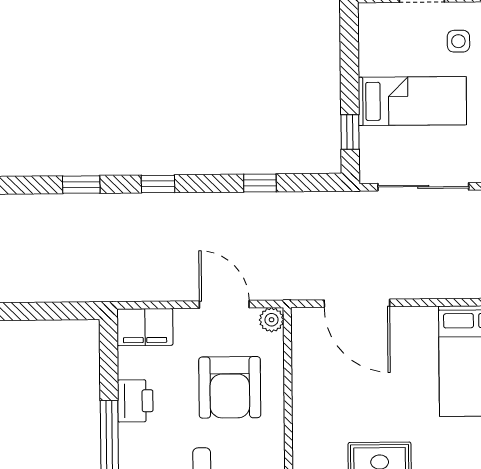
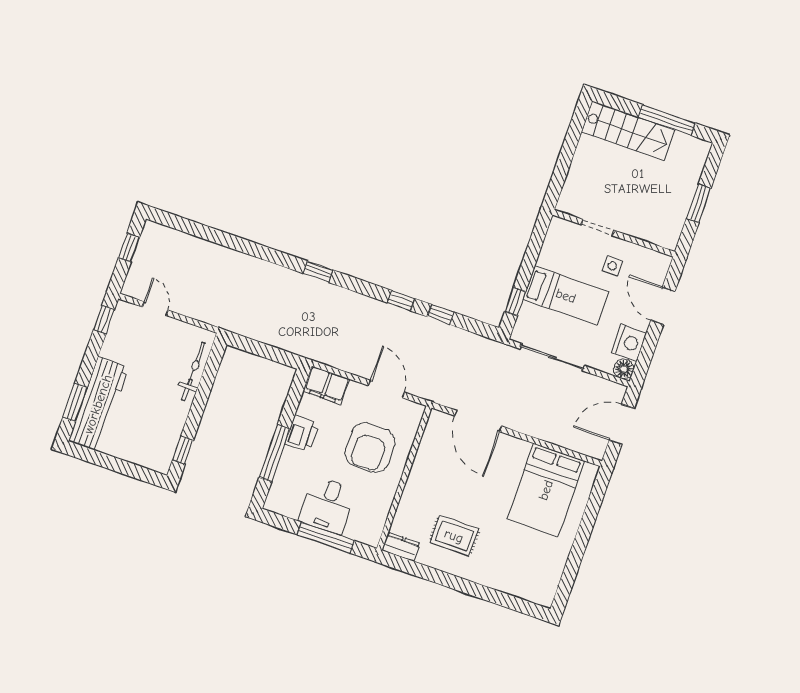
window: (158, 184) -> (401, 301), moved
plant: (272, 320) -> (415, 411), removed

